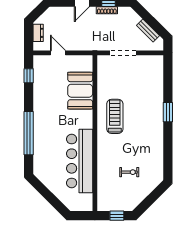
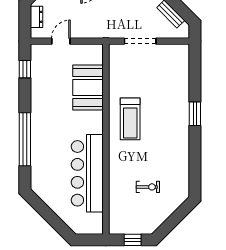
door: (58, 53) -> (61, 41), hinge flipped
treadmill: (115, 116) -> (130, 119), turned 180

